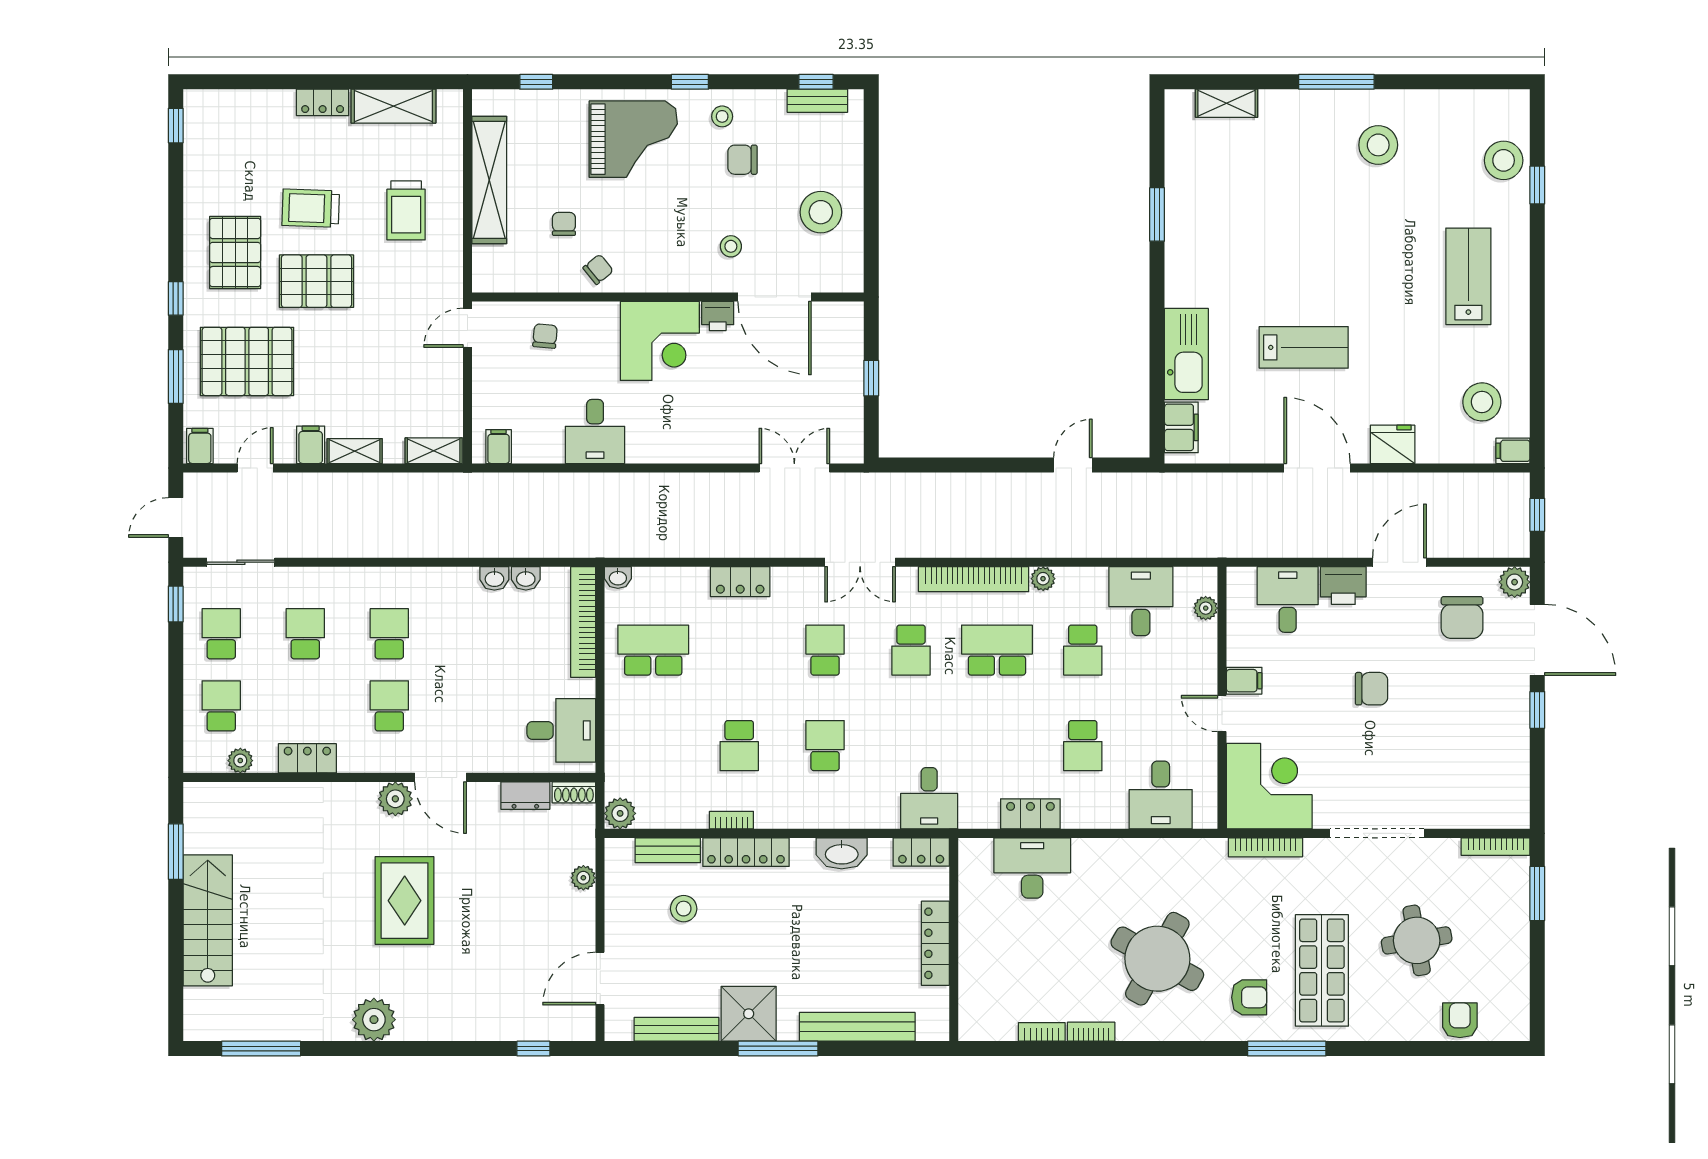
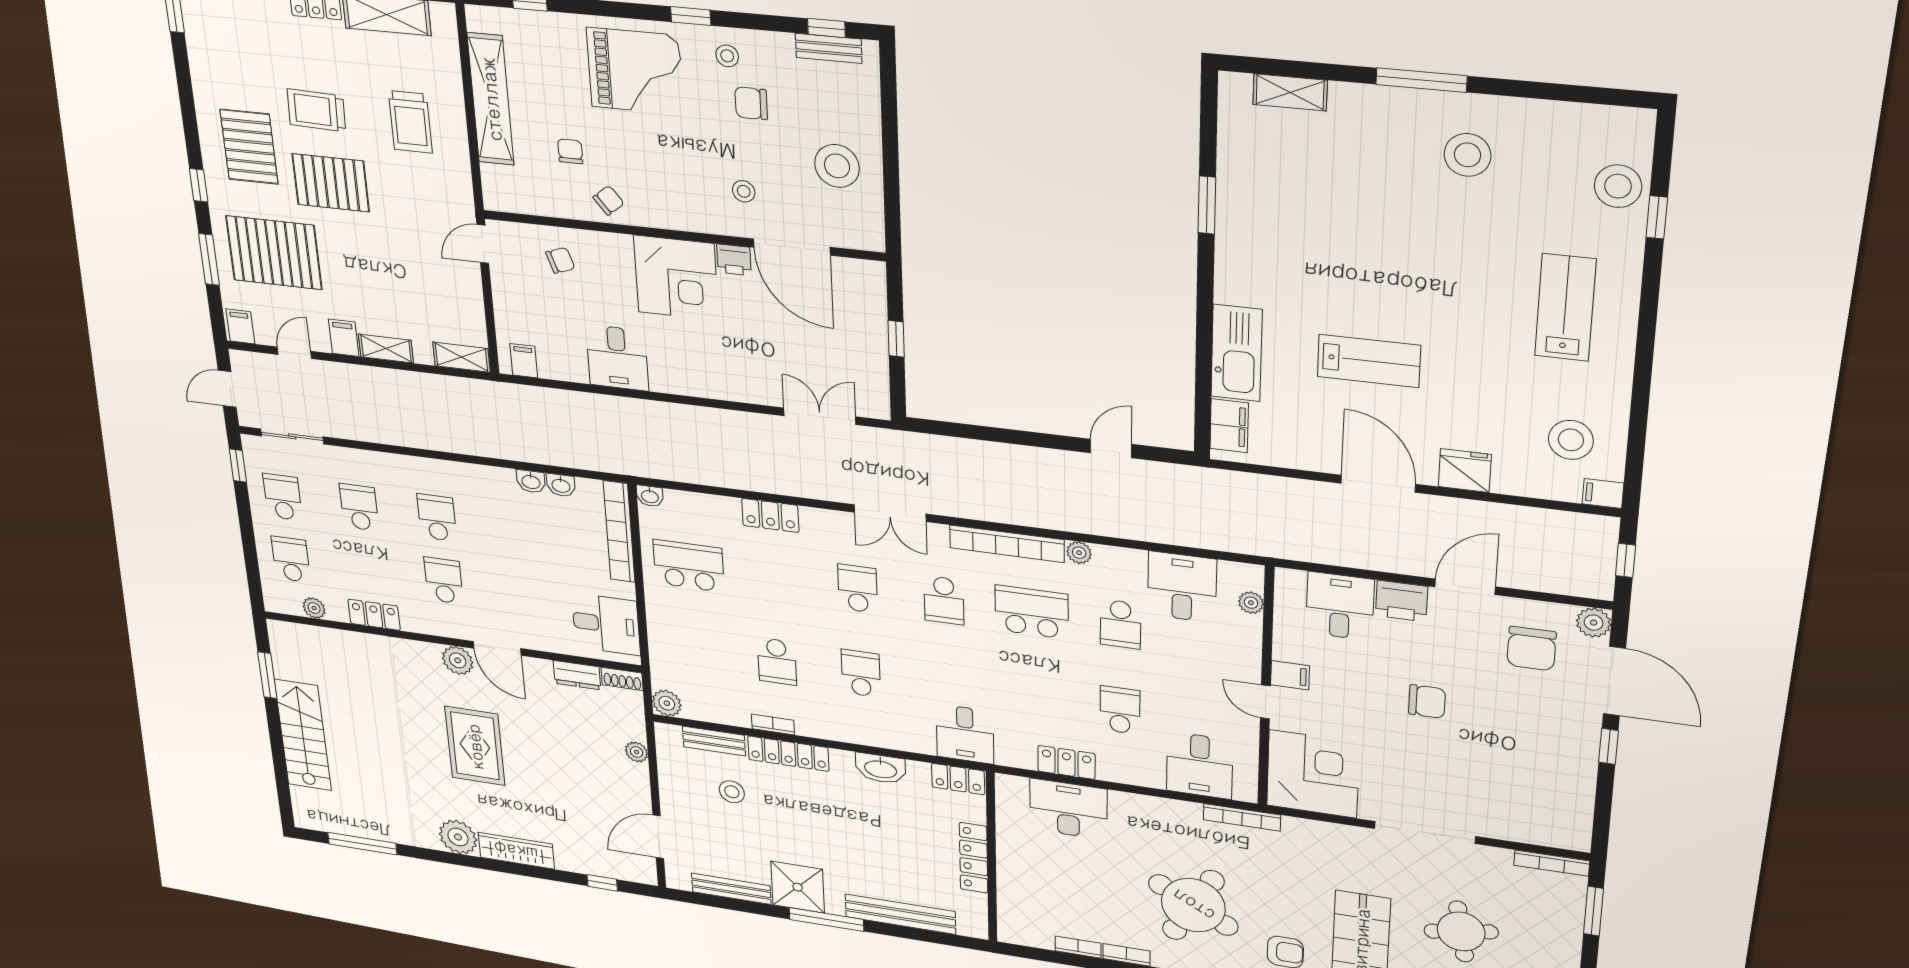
chair: (545, 336) -> (560, 260), turned 66
school desk: (1083, 746) -> (1120, 710), turned 180
bookcase: (1266, 847) -> (1242, 817), moved
wardrobe: (439, 1025) -> (516, 851), added

